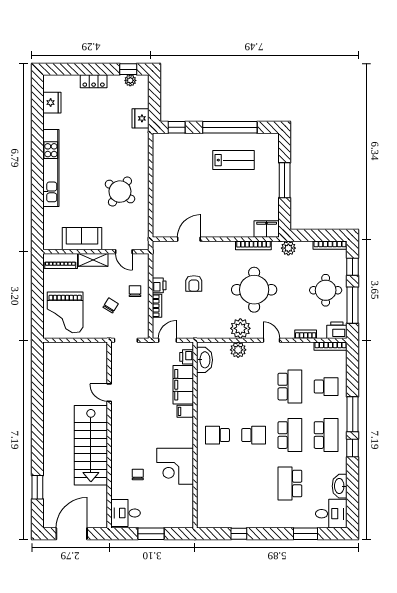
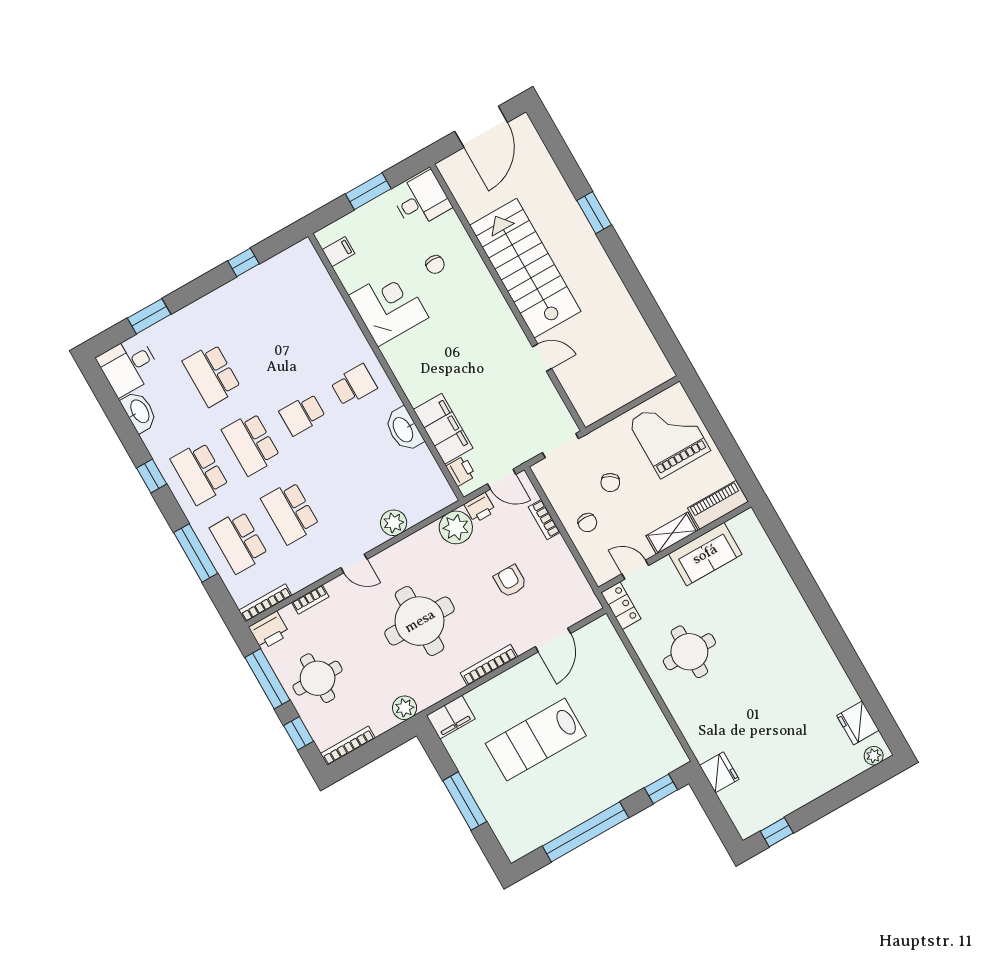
plant: (130, 80) -> (874, 756), moved
locker: (94, 81) -> (621, 606), moved, turned 90
lab bench: (234, 160) -> (536, 740), moved, width x1.36, depth x1.39
kitchen unit: (51, 168) -> (806, 629), removed
round table: (120, 192) -> (689, 652), turned -35
bookcase: (253, 245) -> (489, 665), moved
printer: (159, 285) -> (480, 508), moved, turned -90
plant: (240, 328) -> (456, 527), moved
door: (167, 340) -> (502, 479), hinge flipped
washbasin: (204, 360) -> (404, 429), moved
school desk: (326, 387) -> (239, 542), width x1.85
filing cabinet: (185, 411) -> (338, 252), moved
window: (353, 414) -> (196, 553), moved
school desk: (290, 484) -> (212, 375), turned 180
window: (37, 487) -> (594, 213), moved

